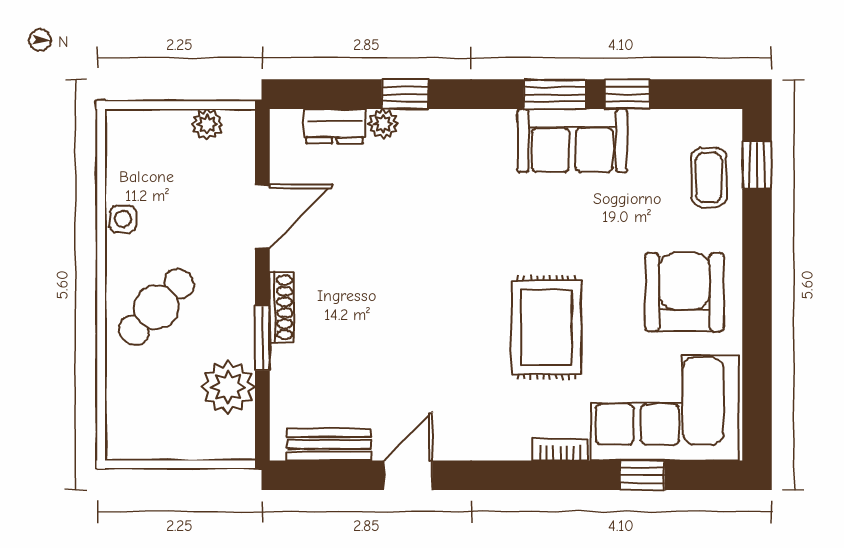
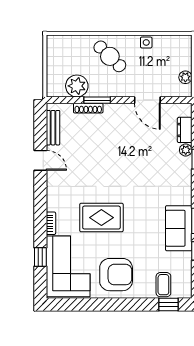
coffee table: (709, 177) -> (163, 285), turned 90
shoe rack: (282, 307) -> (88, 108), moved

